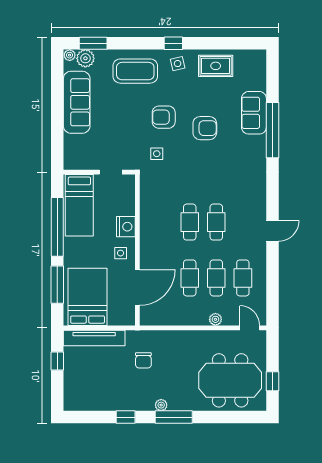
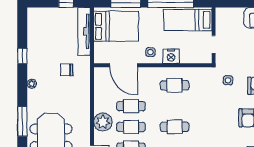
cafe table: (190, 222) -> (175, 85), moved
plant: (215, 319) -> (103, 122), width x1.88, depth x1.88
window: (174, 417) -> (22, 121), moved

